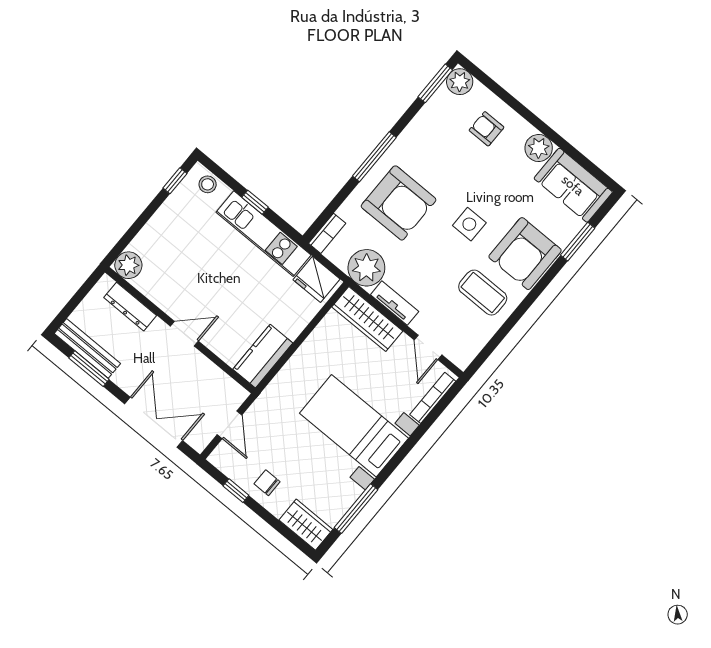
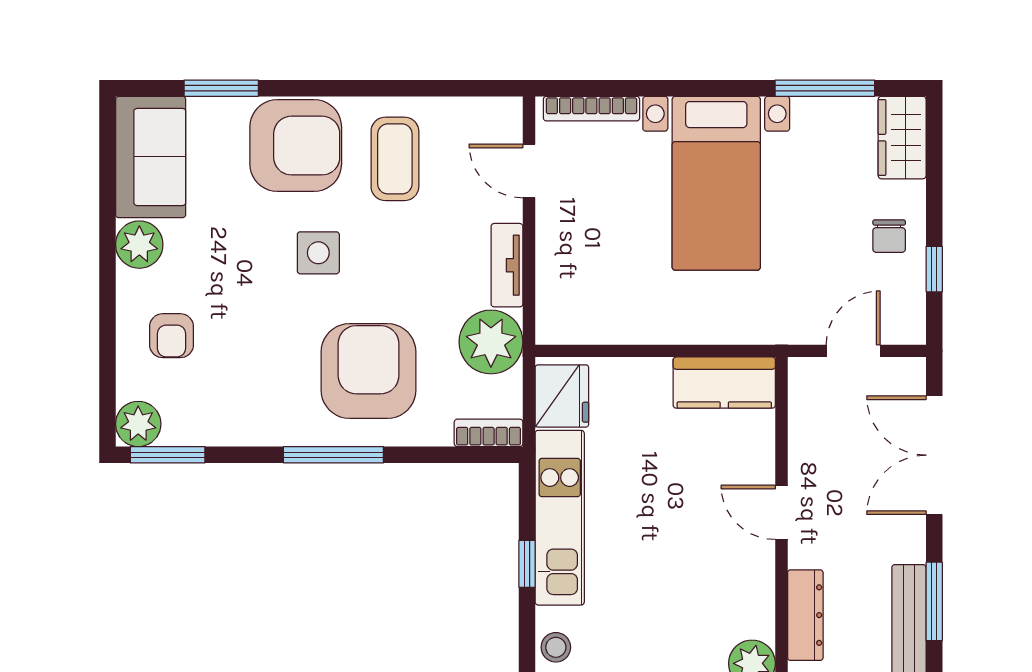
wardrobe: (367, 319) -> (559, 284), removed
door: (428, 347) -> (529, 171), swing flipped

